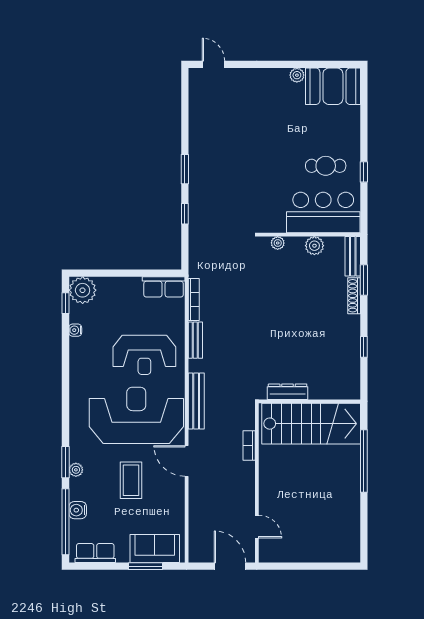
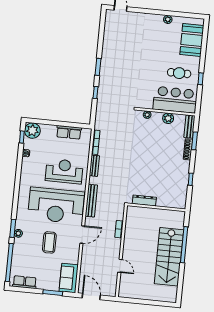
booth: (333, 86) -> (192, 40), moved, turned 90
row of seats: (164, 287) -> (69, 132), moved
reception desk: (144, 355) -> (64, 171), turned 180
reception desk: (136, 415) -> (56, 205), turned 180
stairs: (311, 424) -> (169, 257), moved, turned 90
door: (187, 461) -> (82, 235), swing flipped
water cooler: (78, 510) -> (17, 257), removed
door: (257, 527) -> (120, 266), moved
sofa: (155, 548) -> (69, 278), moved, turned -90
door: (230, 566) -> (91, 297), moved

